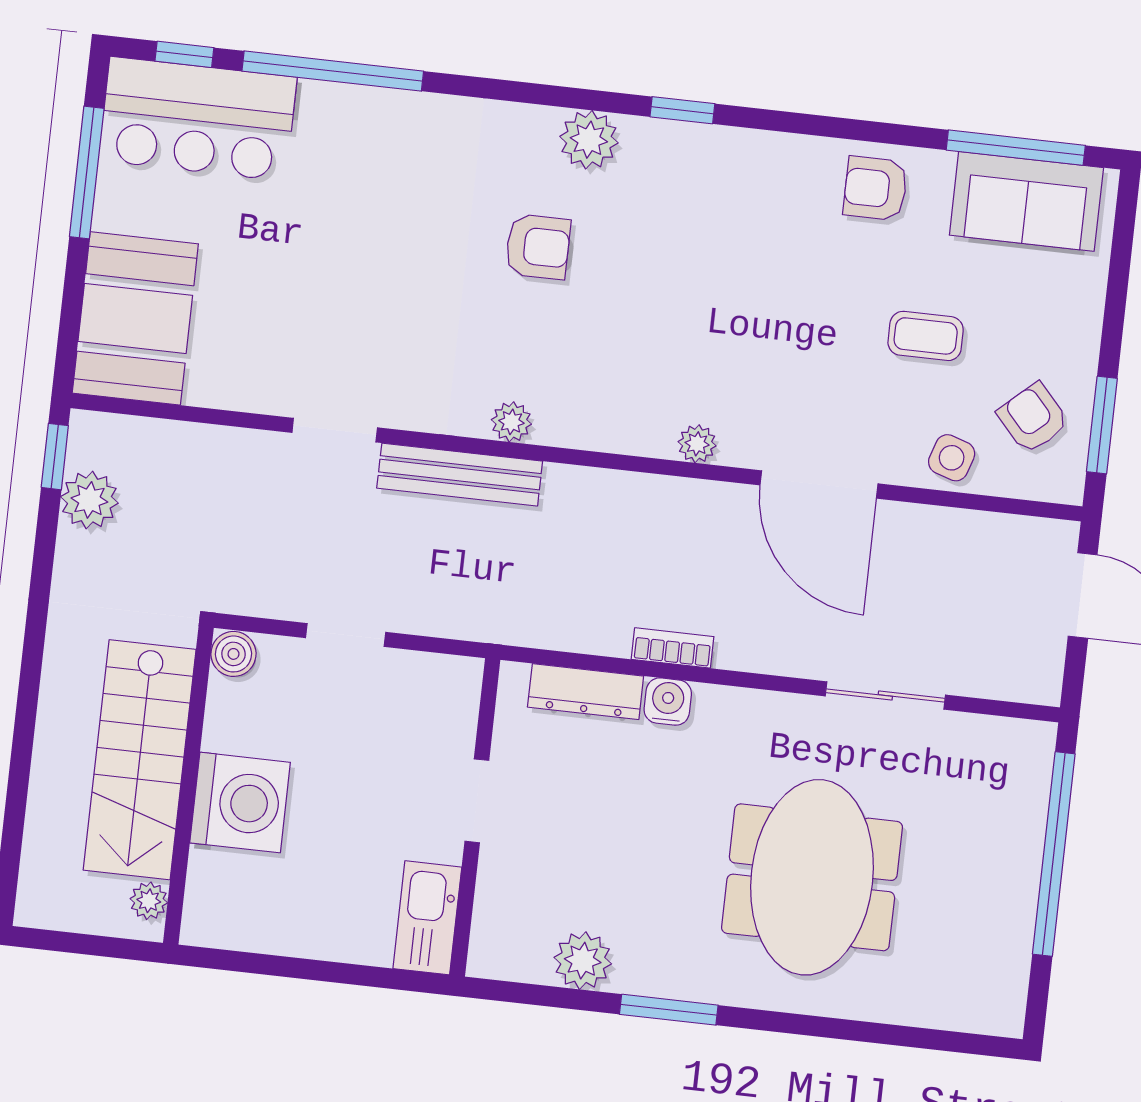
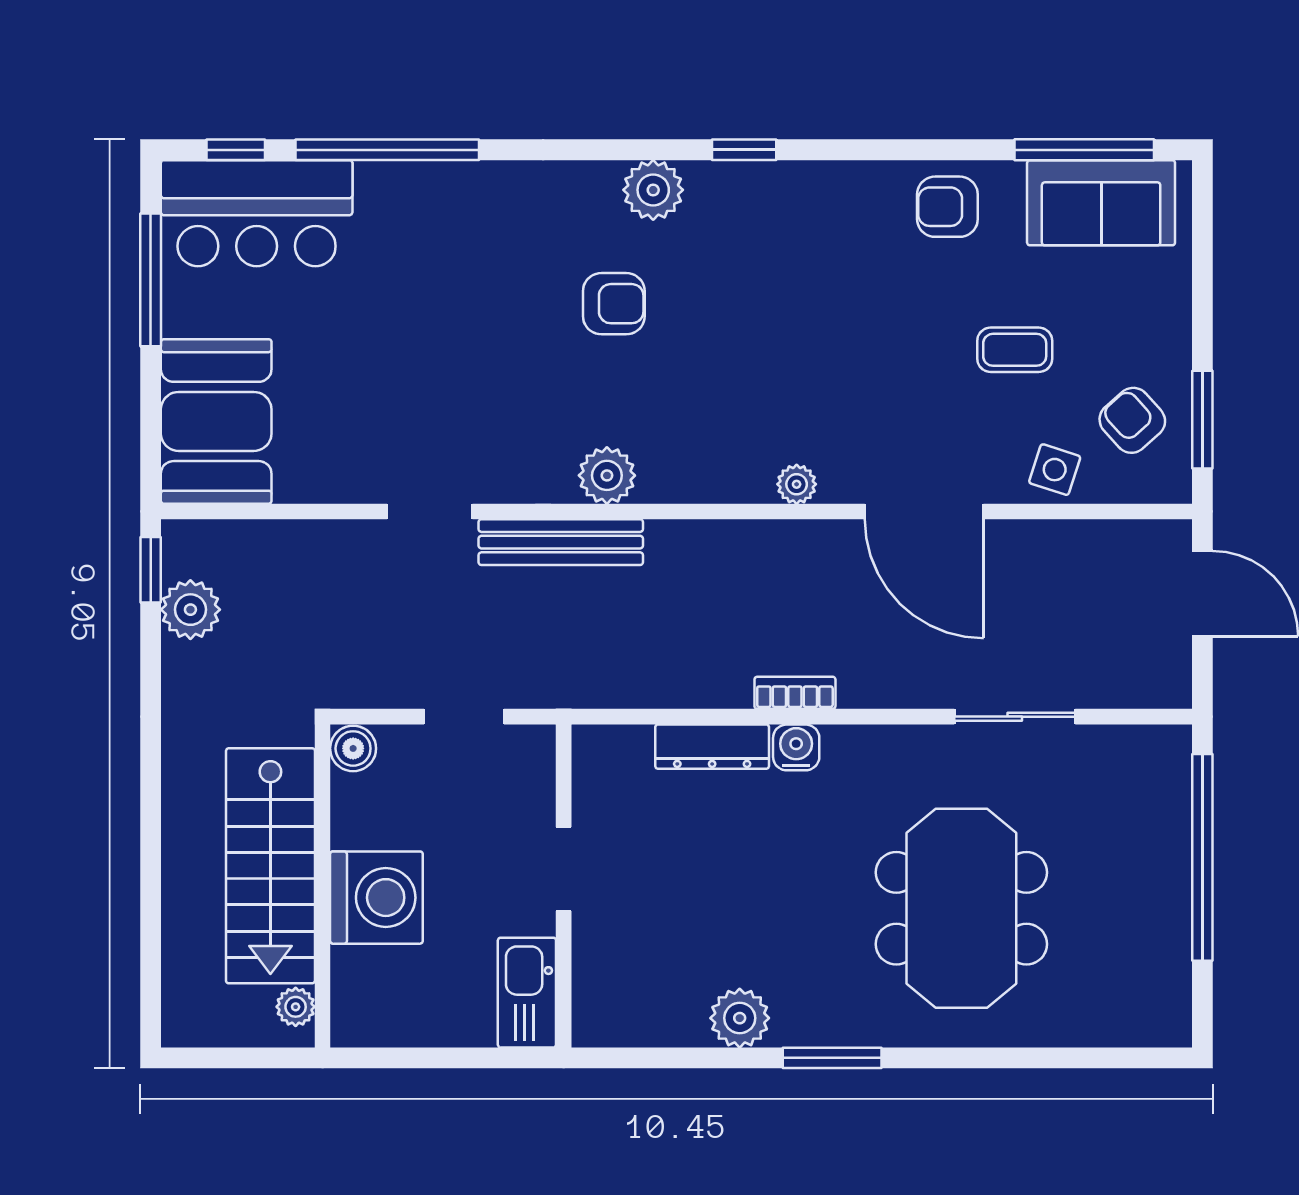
plant: (511, 422) -> (607, 475), width x1.38, depth x1.38
doorway: (477, 801) -> (564, 869), moved
wall: (475, 817) -> (564, 886), moved
kitchen sink: (427, 918) -> (527, 993), moved

